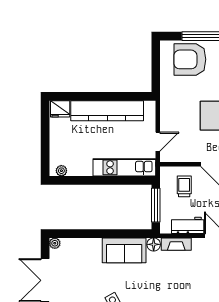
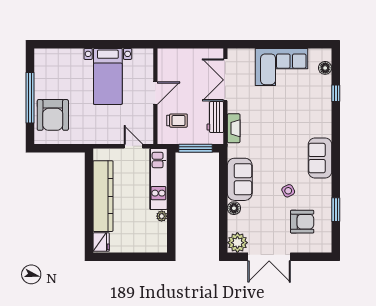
plant: (61, 171) -> (162, 216), moved
trolley: (184, 186) -> (177, 121), turned 180
plant: (55, 243) -> (237, 243), width x1.88, depth x1.88
floor lamp: (154, 244) -> (234, 208), moved

